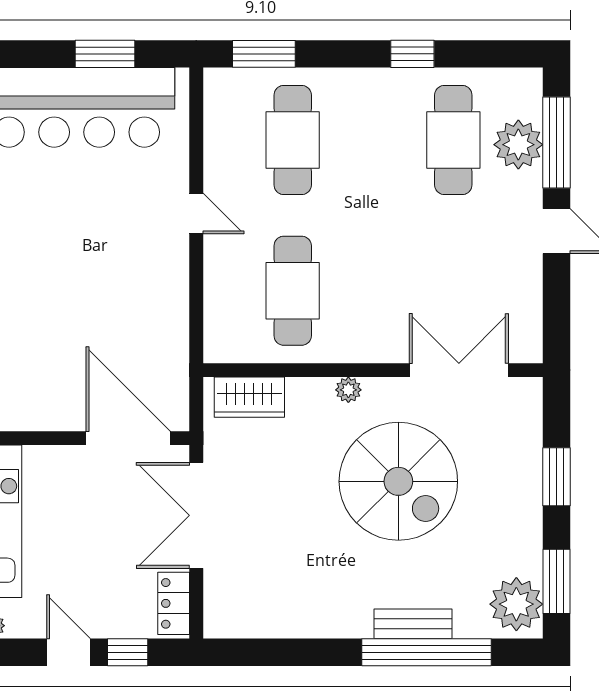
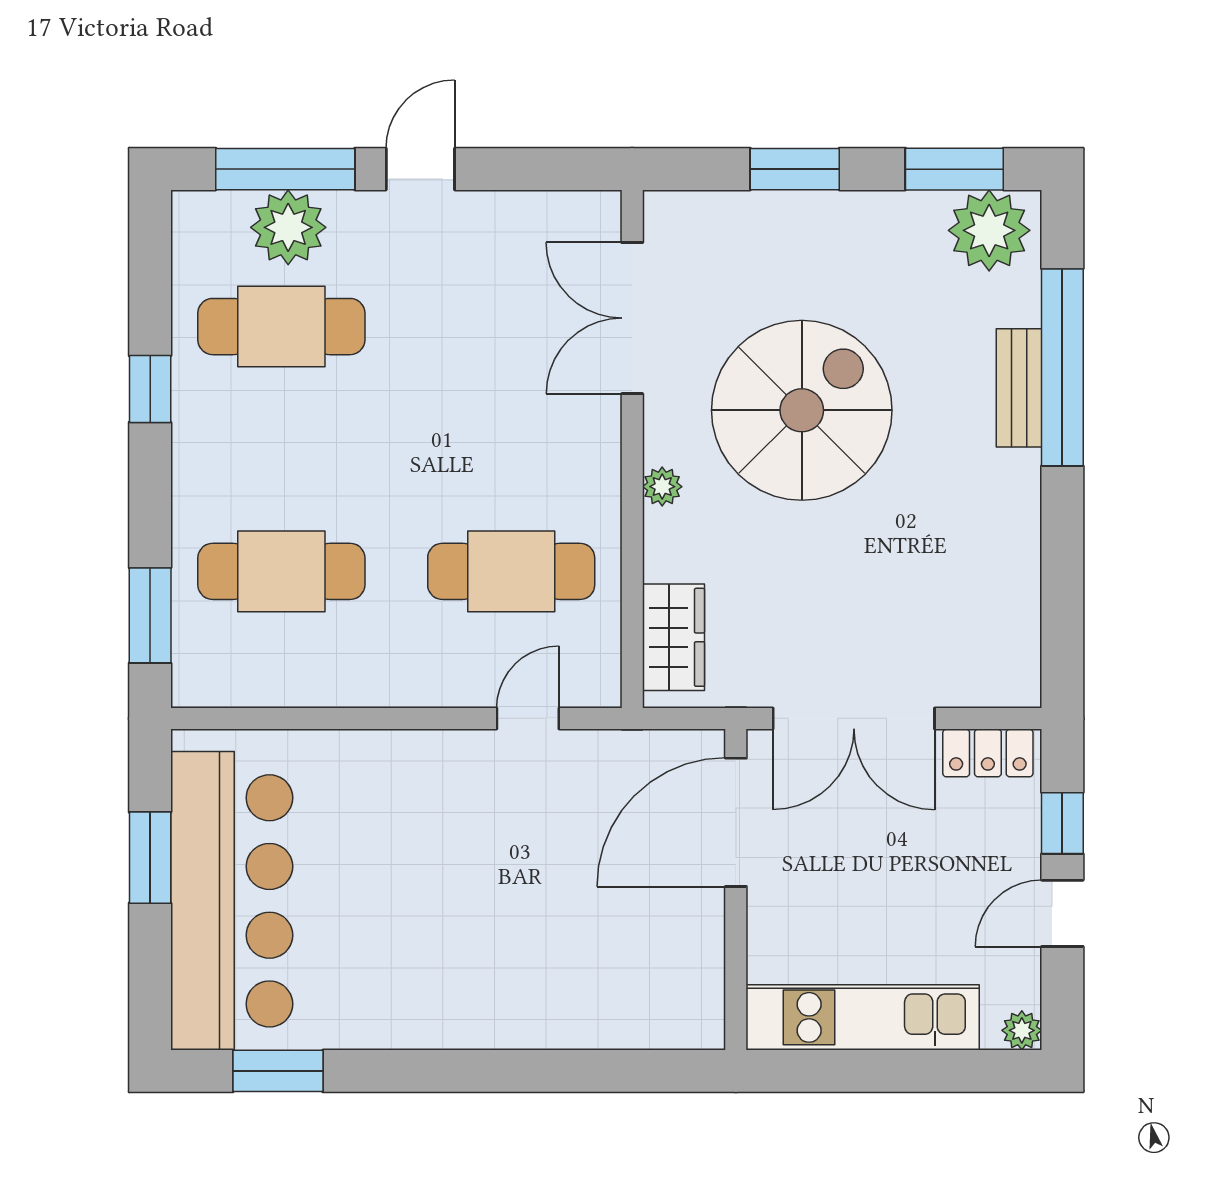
door: (196, 214) -> (528, 718), moved

